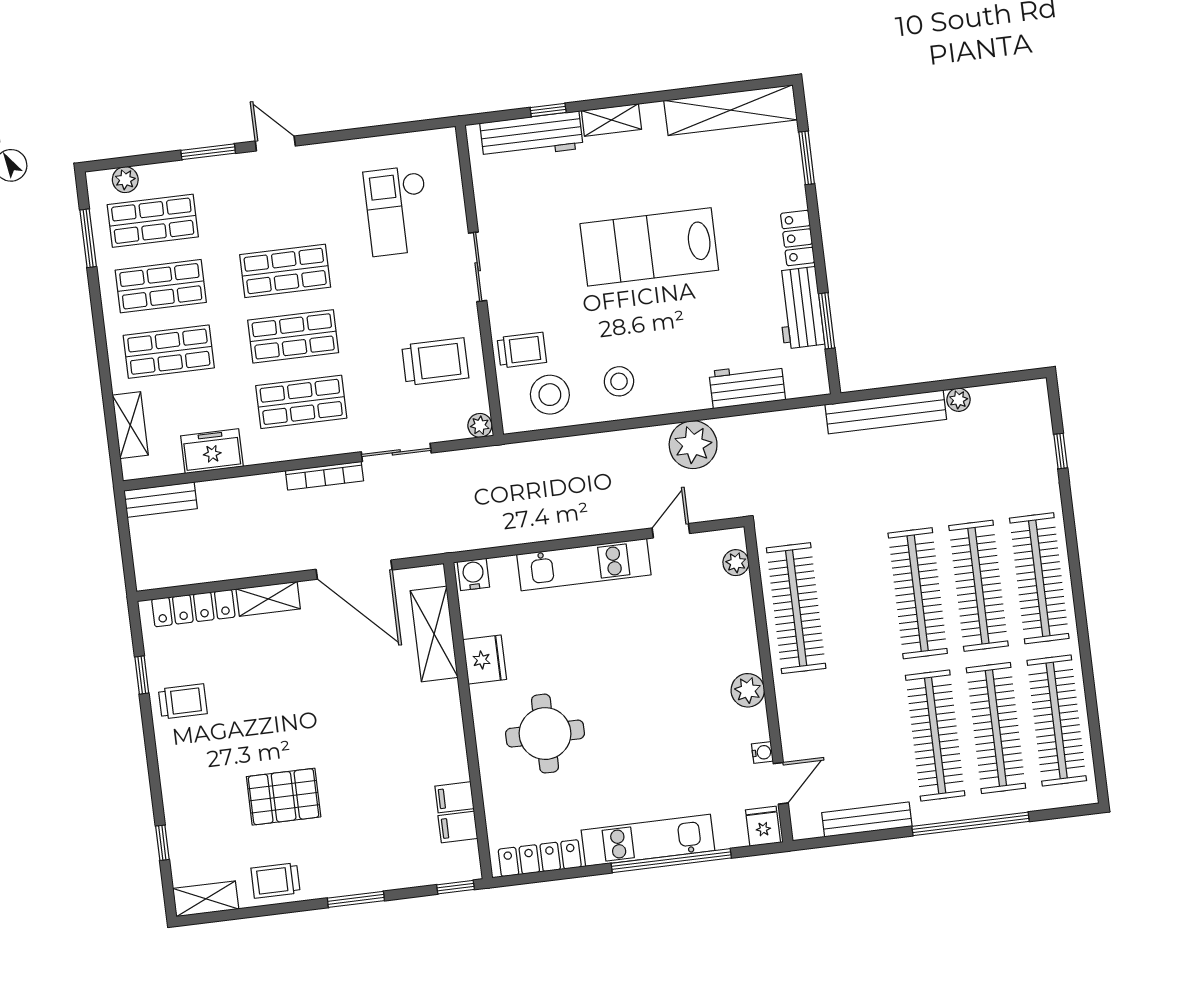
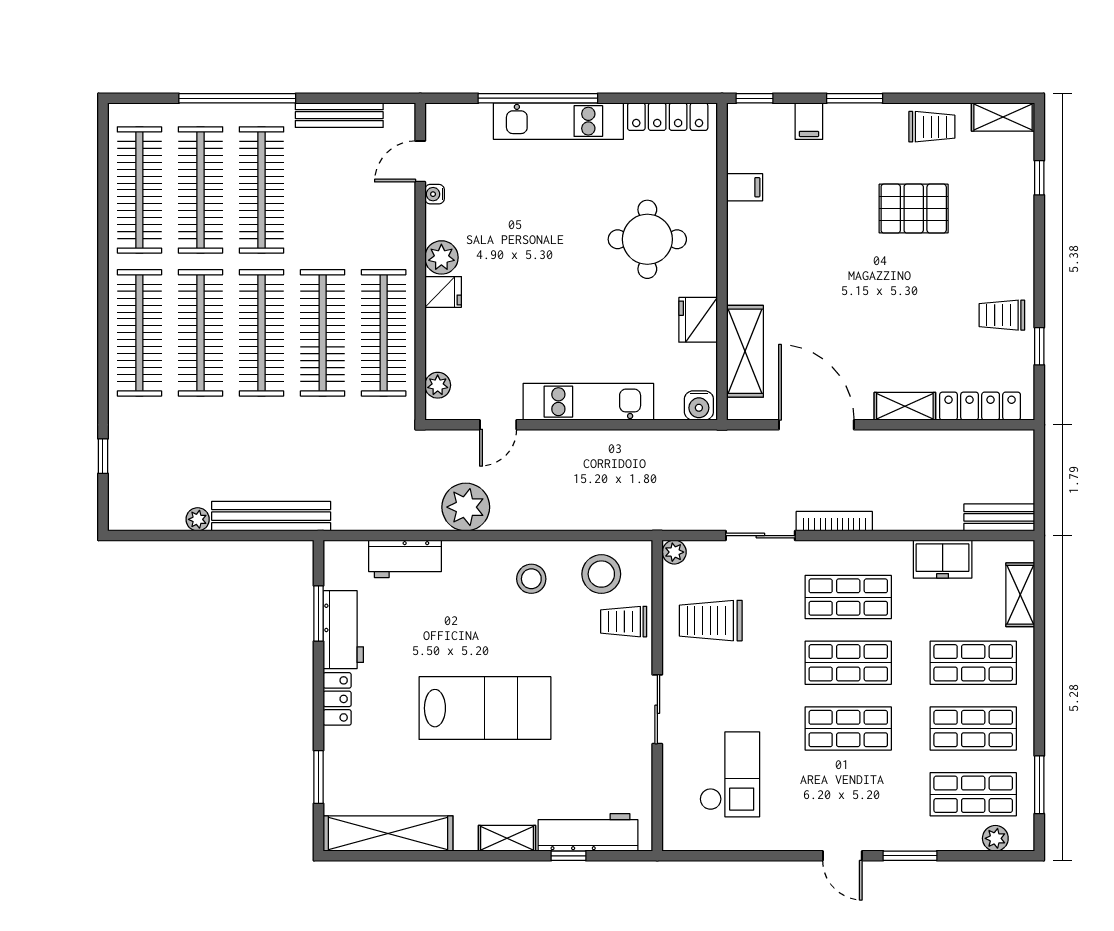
clothes rail: (857, 601) -> (323, 333), added
fridge: (763, 826) -> (443, 292), moved, turned -90
filing cabinet: (458, 827) -> (809, 121), moved, turned 90

